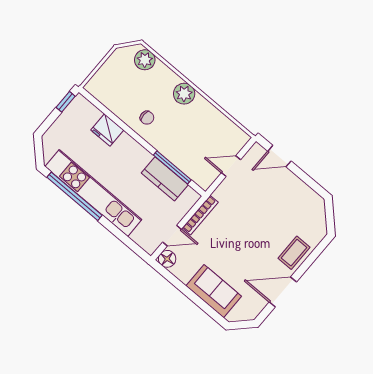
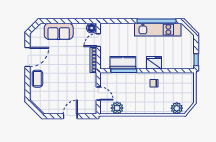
plant: (184, 94) -> (117, 108), moved
fridge: (107, 130) -> (154, 63), moved
door: (279, 156) -> (70, 116), moved
door: (231, 166) -> (98, 93), hinge flipped
kitchen unit: (93, 193) -> (158, 30), width x0.73

